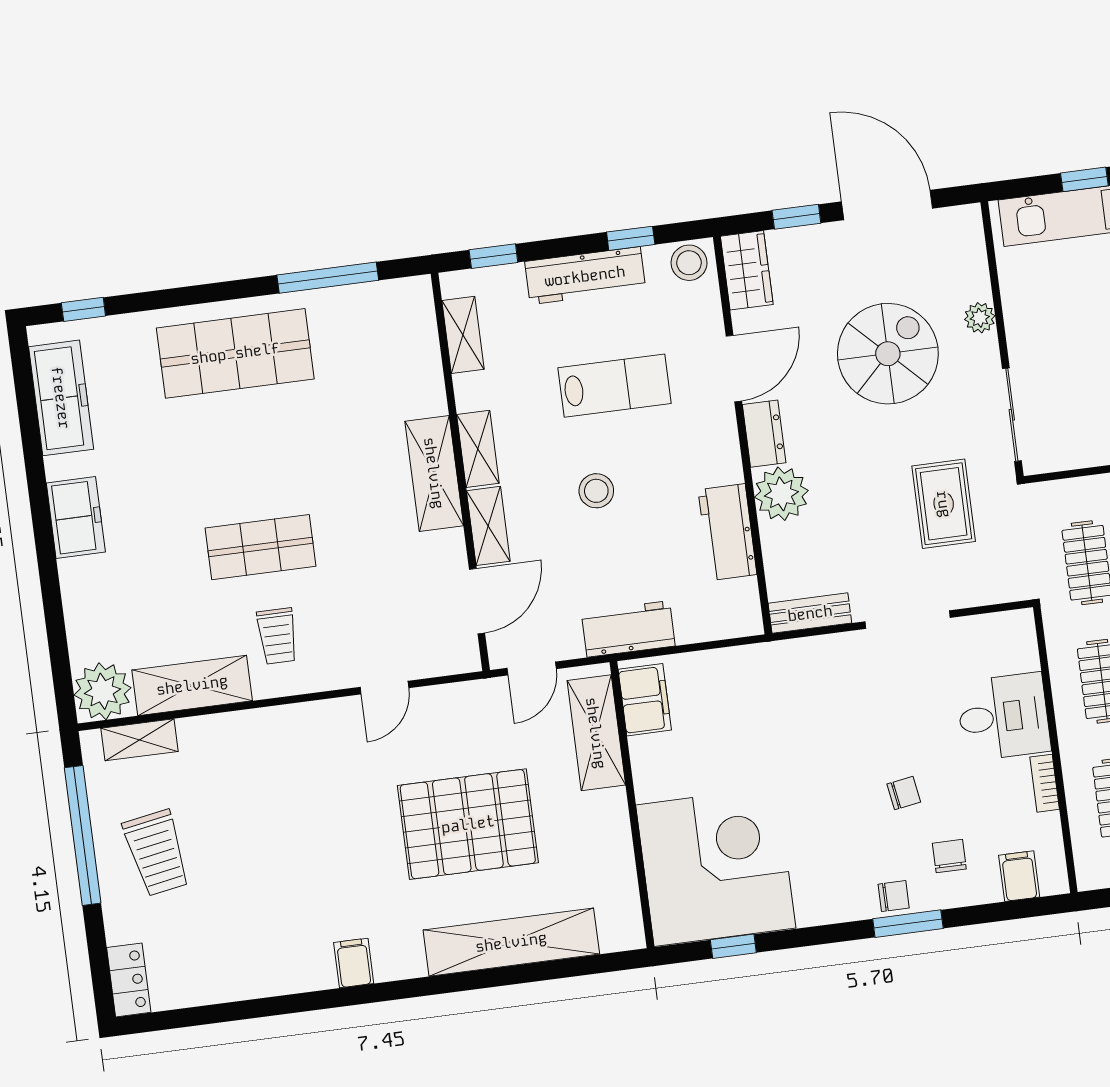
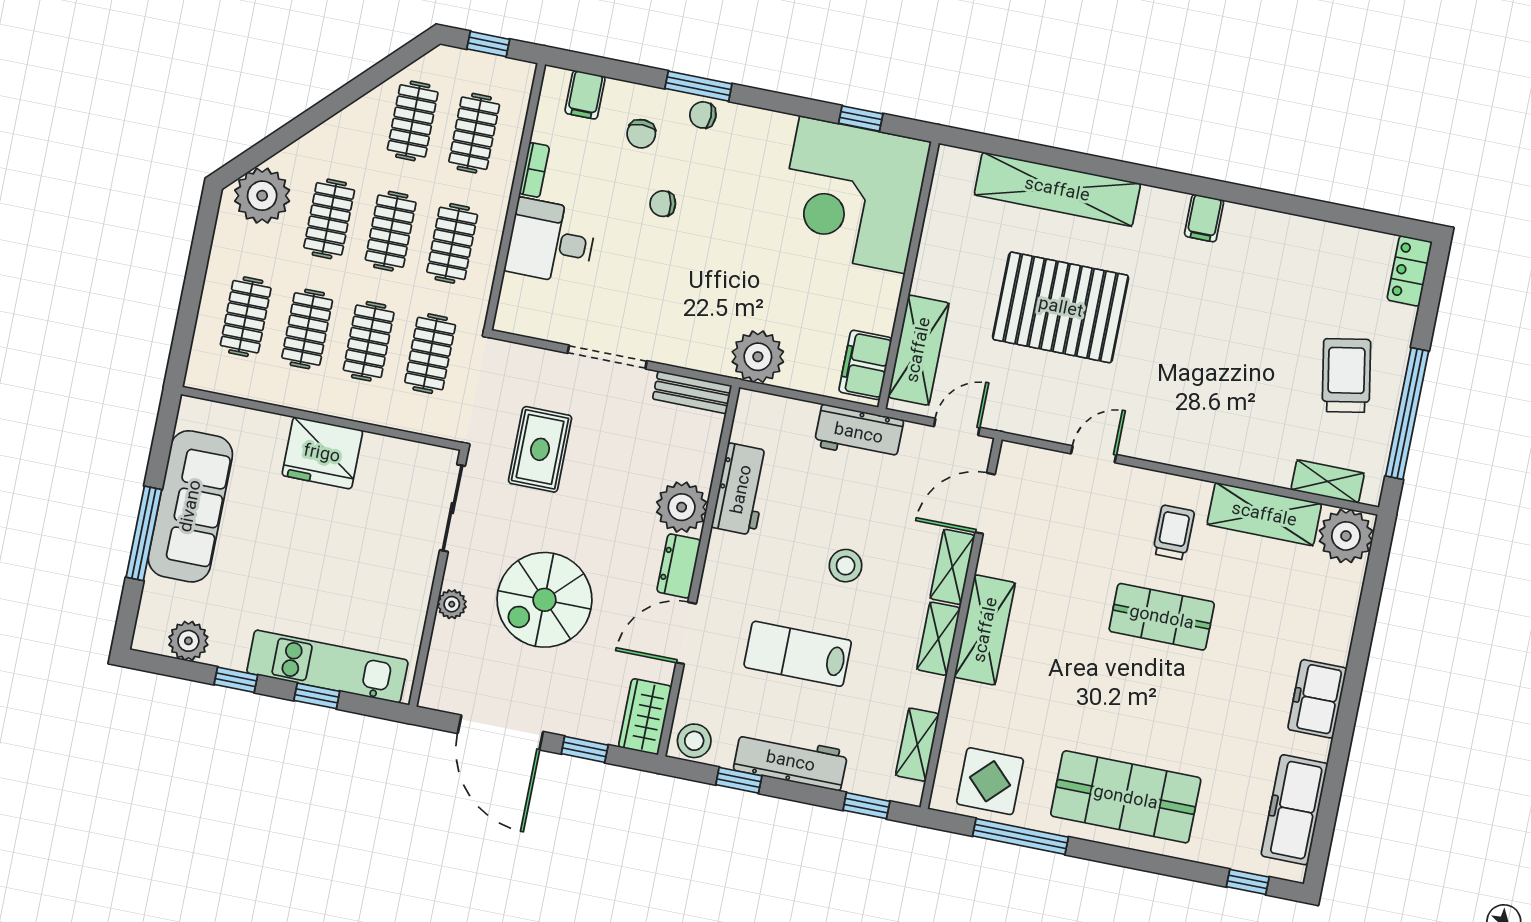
display table: (377, 323) -> (990, 781), added
plant: (756, 671) -> (758, 357), added

